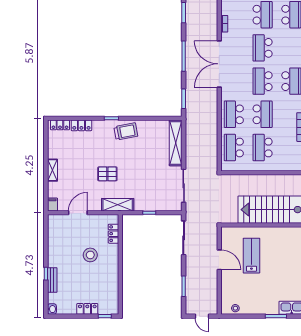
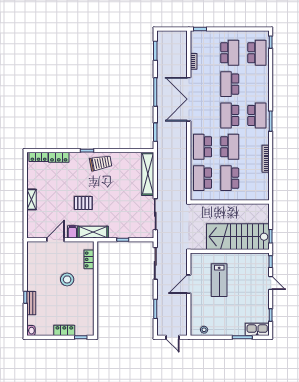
filing cabinet: (52, 205) -> (72, 232), moved
lab bench: (251, 256) -> (219, 280), turned 180
door: (219, 260) -> (189, 284), swing flipped

